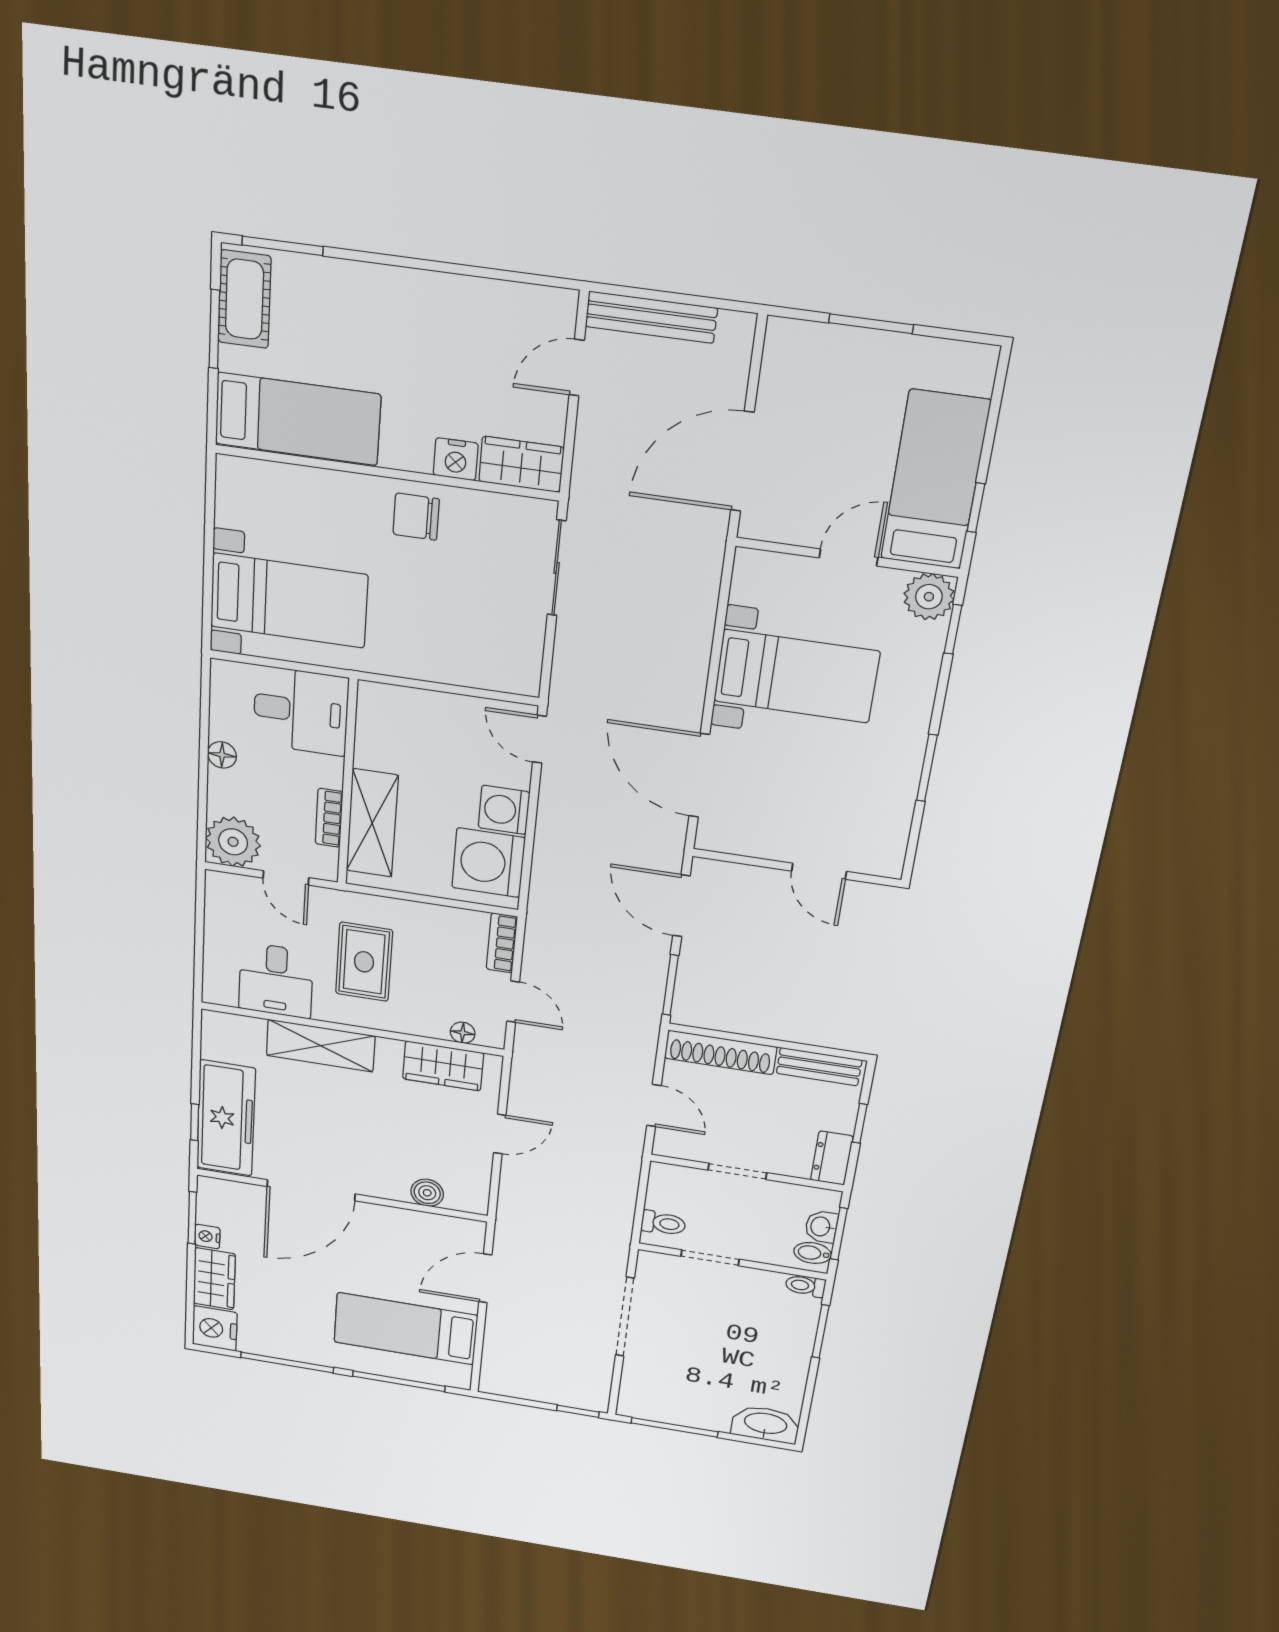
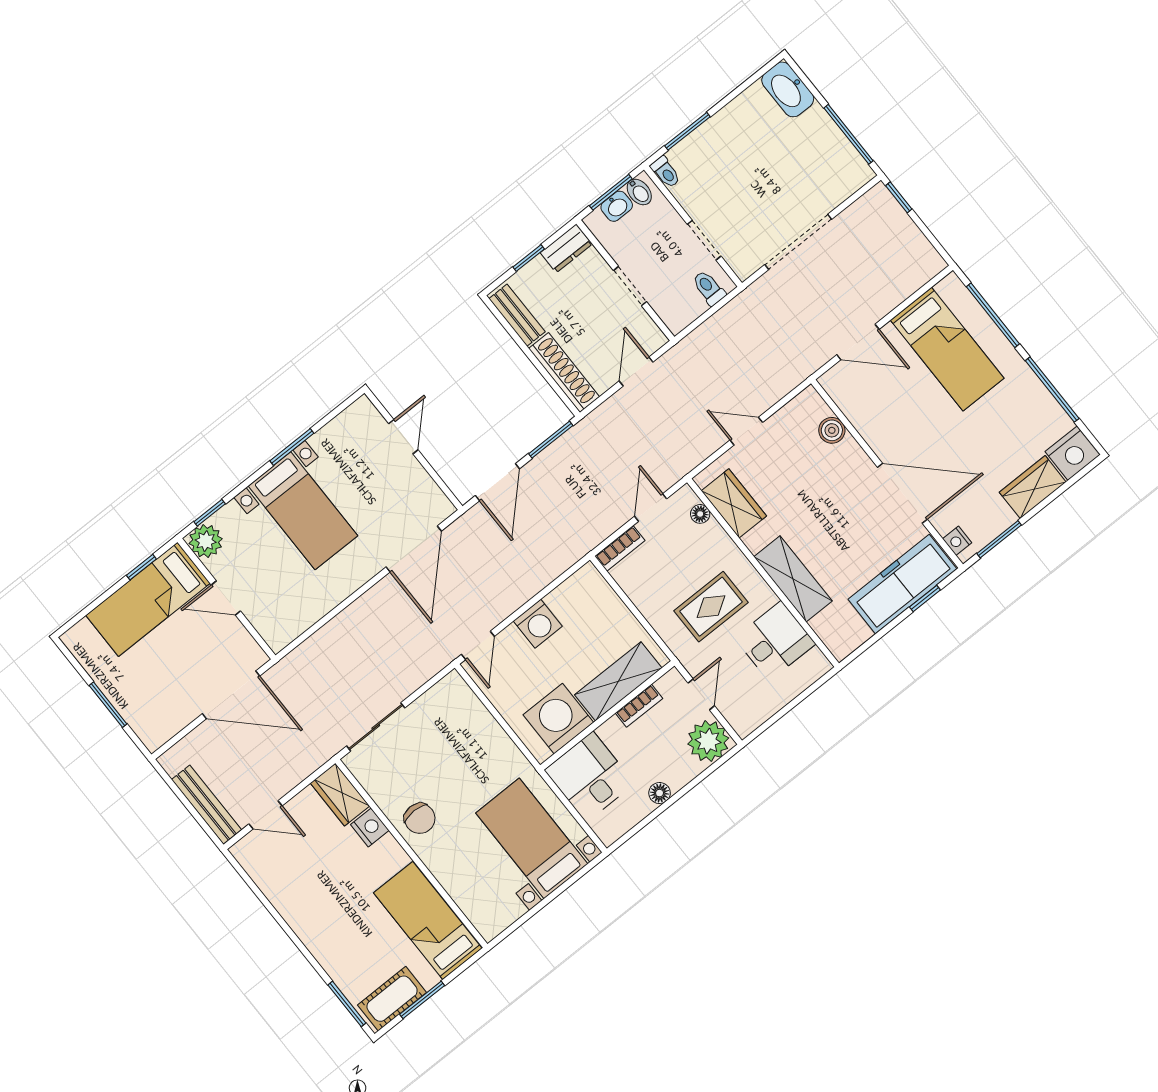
bed with nightstands: (796, 676) -> (303, 511), moved, turned 180
washing machine: (488, 863) -> (558, 719), moved, turned 180
nightstand: (207, 1236) -> (957, 541), moved, turned 90

